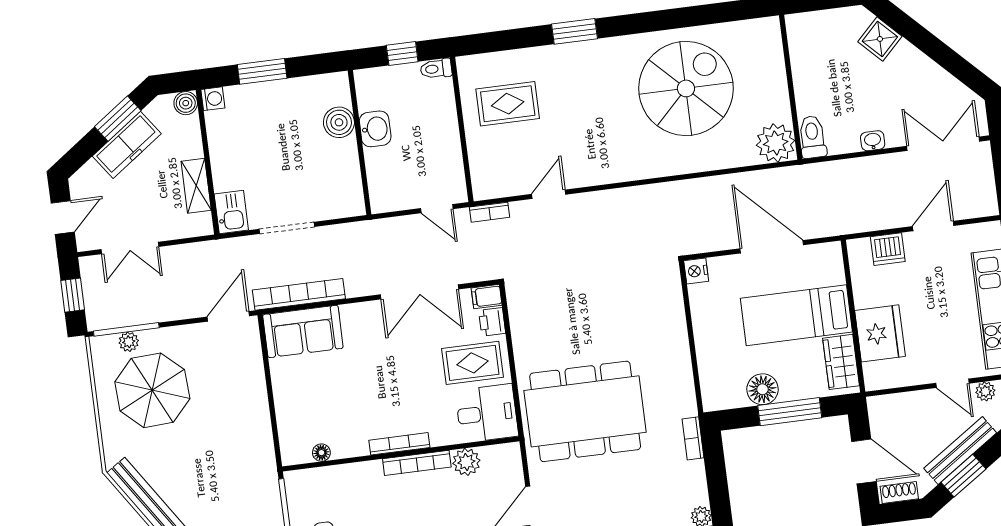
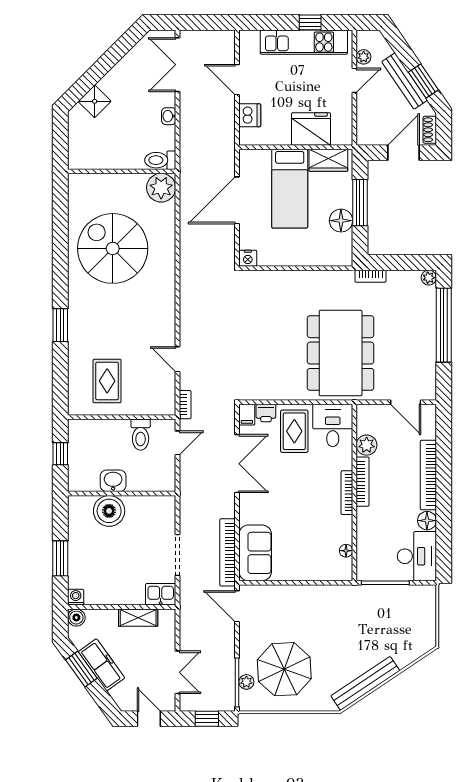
toilet: (436, 69) -> (141, 435), moved, width x1.37, depth x1.39
boiler: (339, 122) -> (109, 511), width x1.37, depth x1.37

